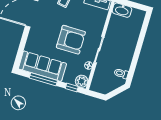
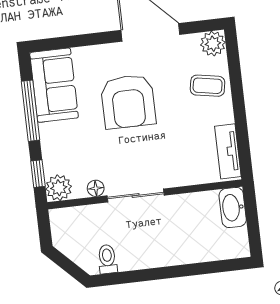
armchair: (71, 40) -> (128, 102), moved
sofa: (42, 66) -> (54, 85), width x0.73

